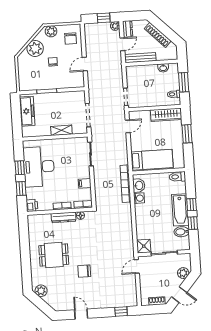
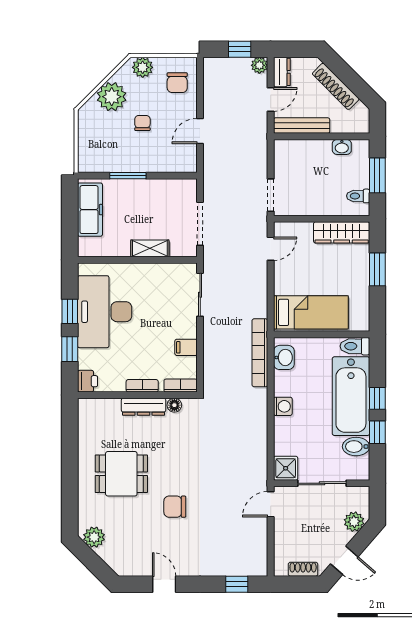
washing machine: (139, 198) -> (283, 406), moved
bathtub: (180, 210) -> (351, 396), width x1.36, depth x1.36

